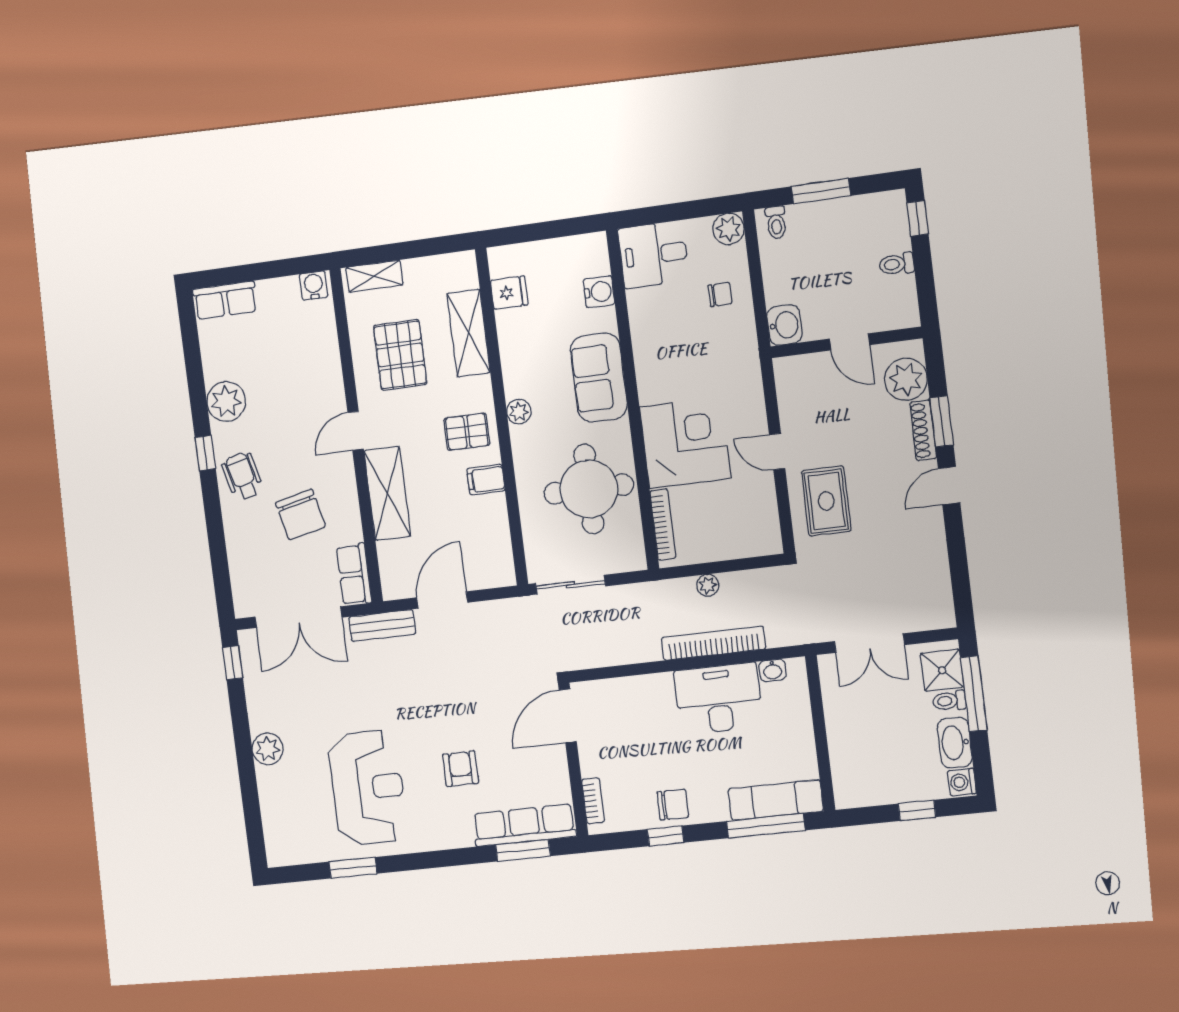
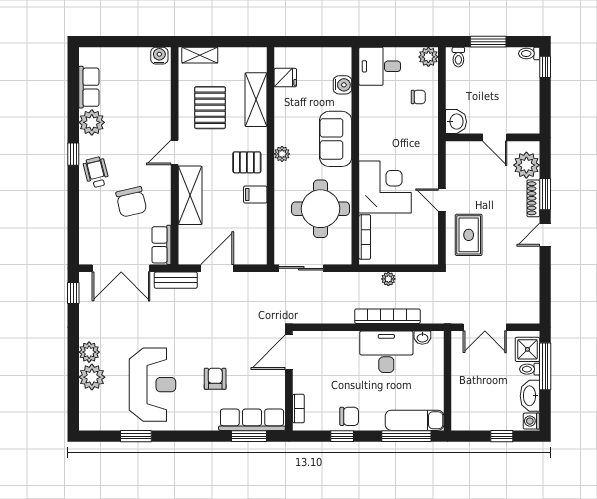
toilet: (897, 264) -> (529, 54), moved
row of seats: (225, 300) -> (89, 87), moved, turned -90
plant: (276, 786) -> (92, 377), added

